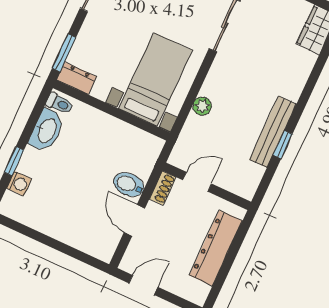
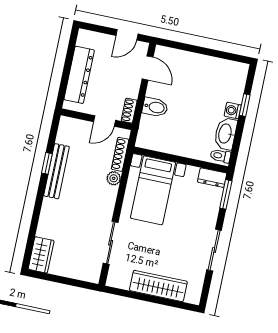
shoe rack: (187, 135) -> (120, 154), added
washing machine: (19, 184) -> (233, 111), moved
door: (134, 220) -> (148, 68), moved

